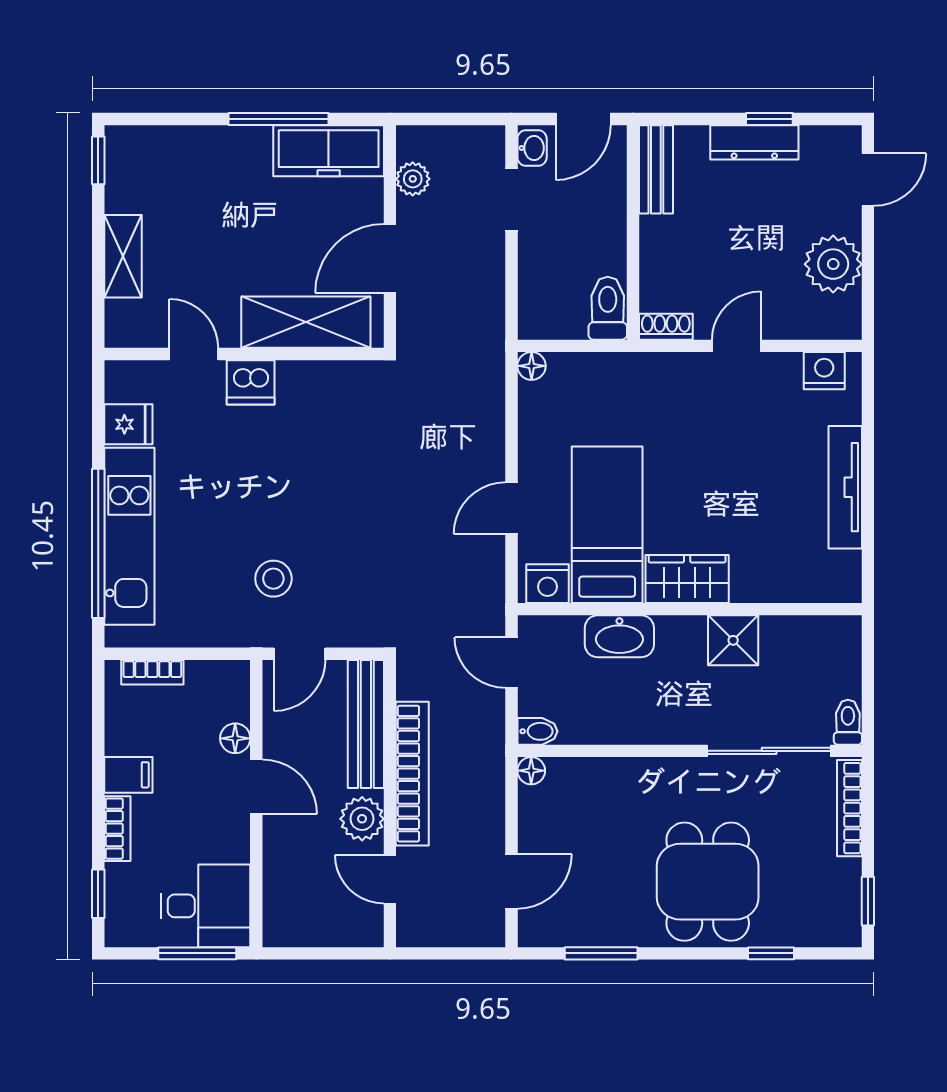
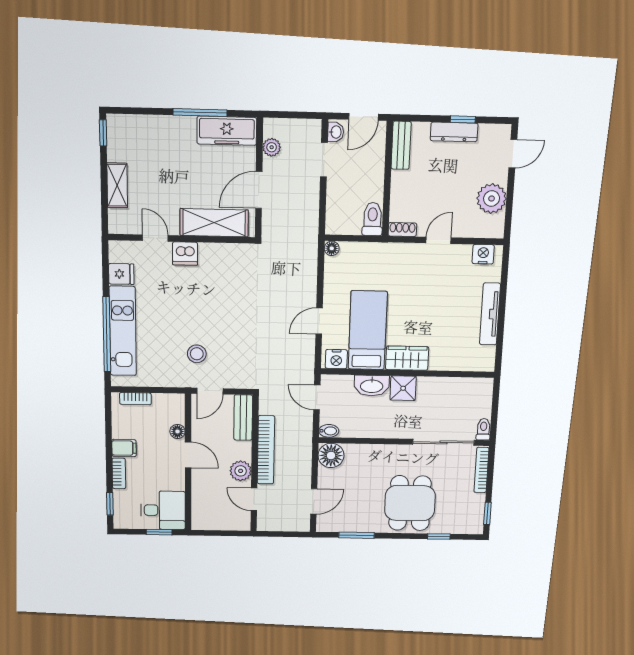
shower: (733, 640) -> (403, 388), moved
bench: (366, 724) -> (243, 418), width x0.73
floor lamp: (531, 771) -> (331, 455), width x1.89, depth x1.89
window: (197, 953) -> (159, 532), width x0.67

